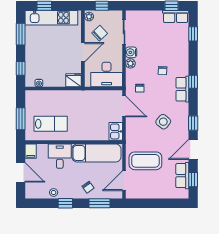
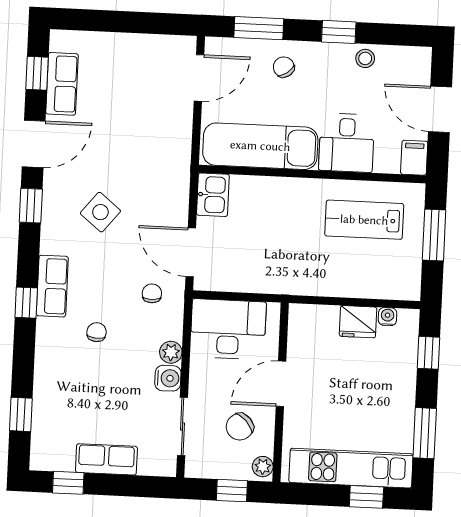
row of seats: (176, 17) -> (106, 459), moved
fridge: (74, 80) -> (358, 322), moved
coffee table: (145, 161) -> (146, 123), removed

